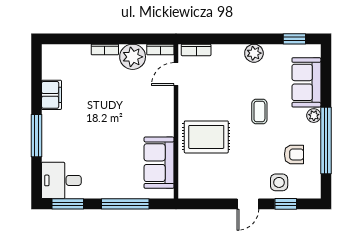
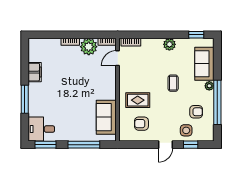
rug: (206, 137) -> (138, 100), width x0.73, depth x0.70
armchair: (212, 172) -> (141, 124), added

